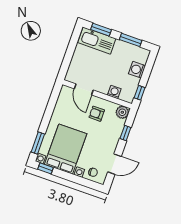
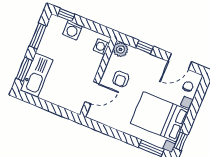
washing machine: (114, 92) -> (101, 47), moved
window: (140, 93) -> (66, 15), moved
door: (114, 164) -> (180, 61), swing flipped

